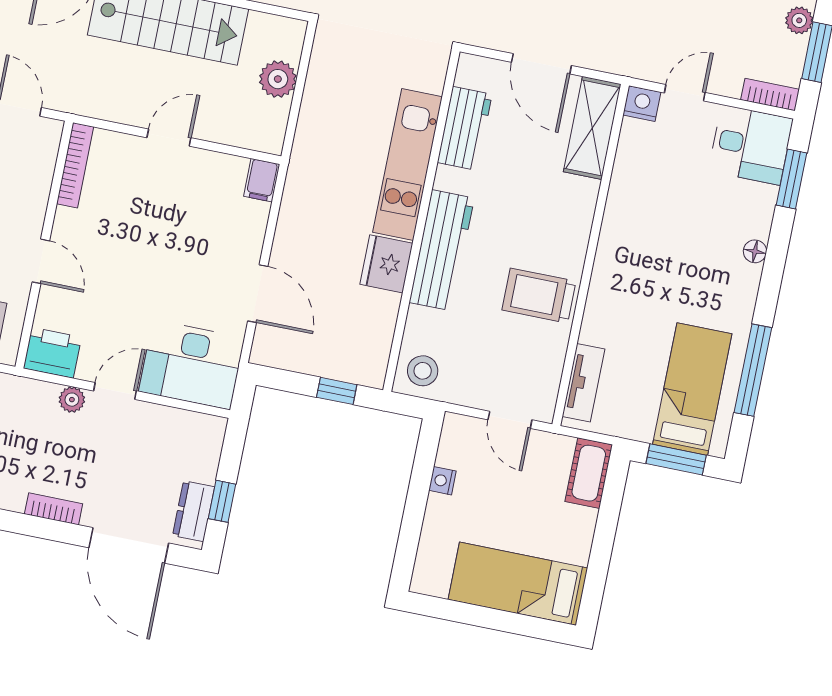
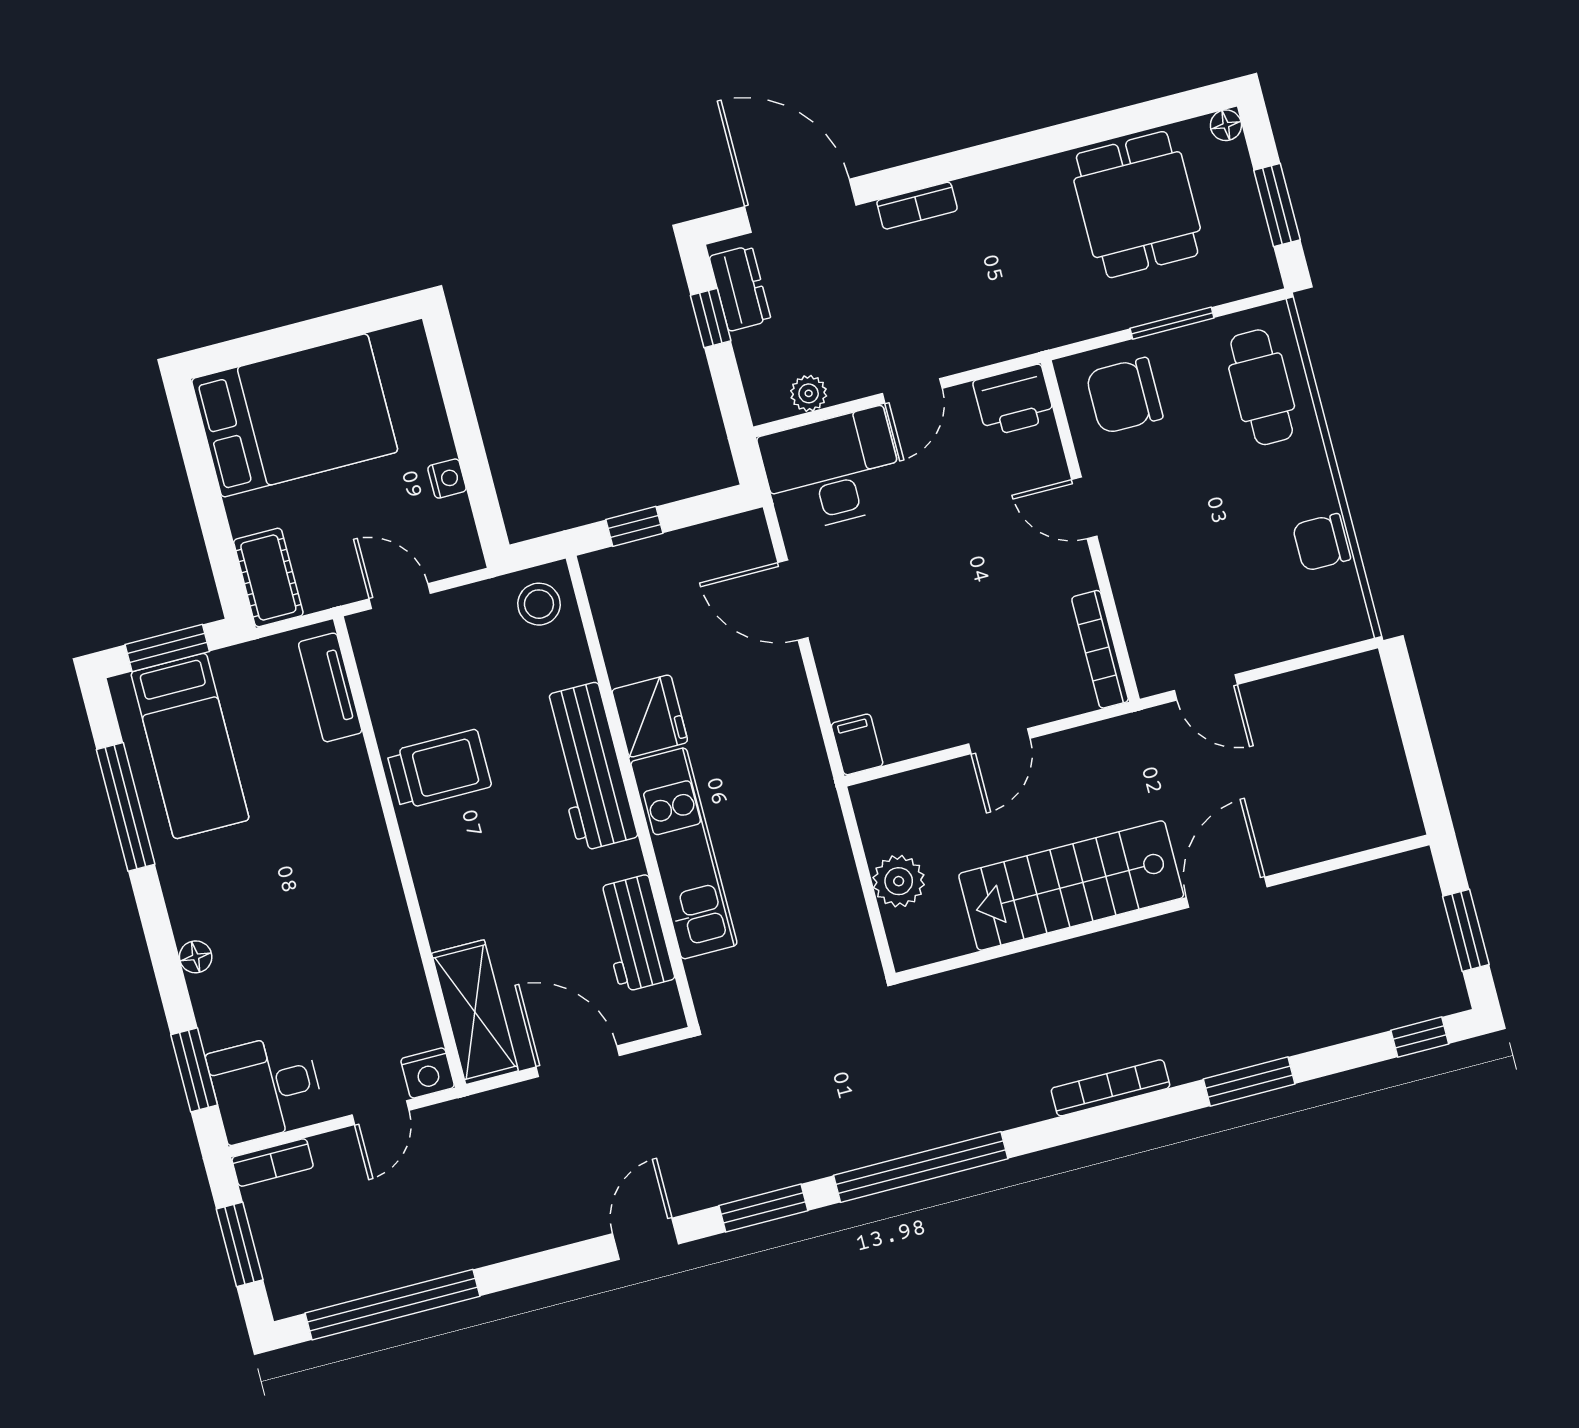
plant: (799, 20) -> (281, 1273), removed
plant: (72, 400) -> (809, 393), moved
bed: (518, 584) -> (295, 415), width x1.50

